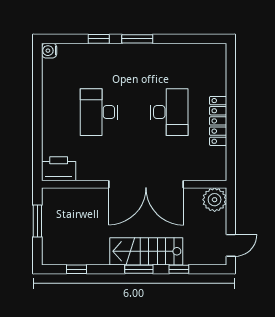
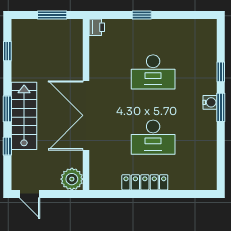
water cooler: (49, 51) -> (210, 102), moved, turned 90
desk: (99, 112) -> (153, 72), turned 180
window: (37, 124) -> (142, 15), added
printer: (59, 169) -> (97, 27), width x0.53, depth x0.68

